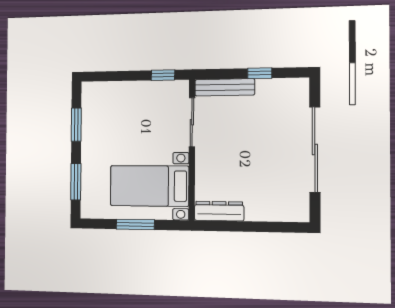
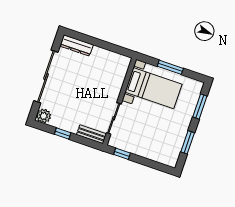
bench: (225, 87) -> (91, 134), width x0.73
plant: (298, 89) -> (44, 116), added
dresser: (219, 211) -> (77, 45), moved

